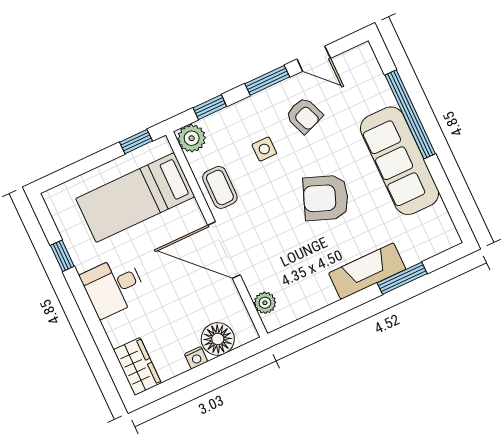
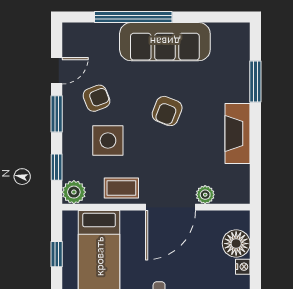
window: (136, 142) -> (57, 254), moved
side table: (264, 149) -> (108, 141), width x1.87, depth x1.87
armchair: (326, 198) -> (167, 111), width x0.72, depth x0.72
fireplace: (367, 271) -> (238, 134), moved
plant: (265, 303) -> (205, 195), moved

